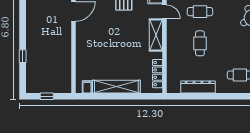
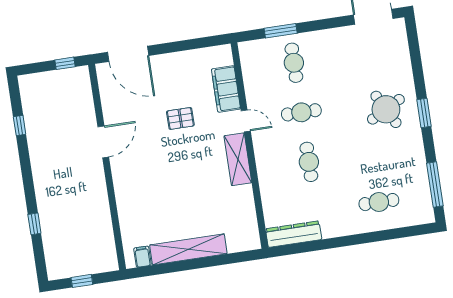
locker: (157, 74) -> (249, 219), removed
dresser: (198, 87) -> (294, 234), moved

